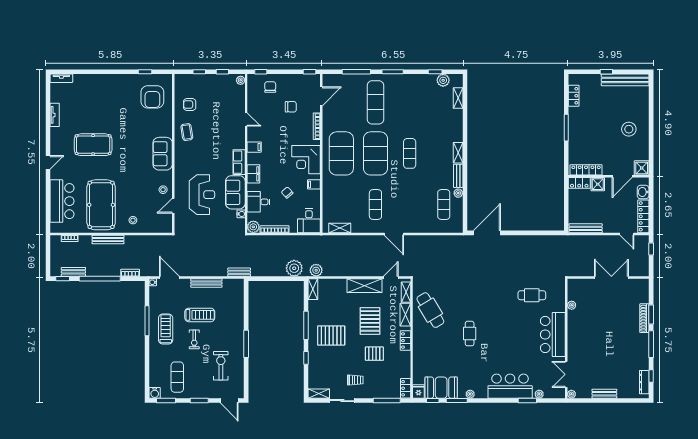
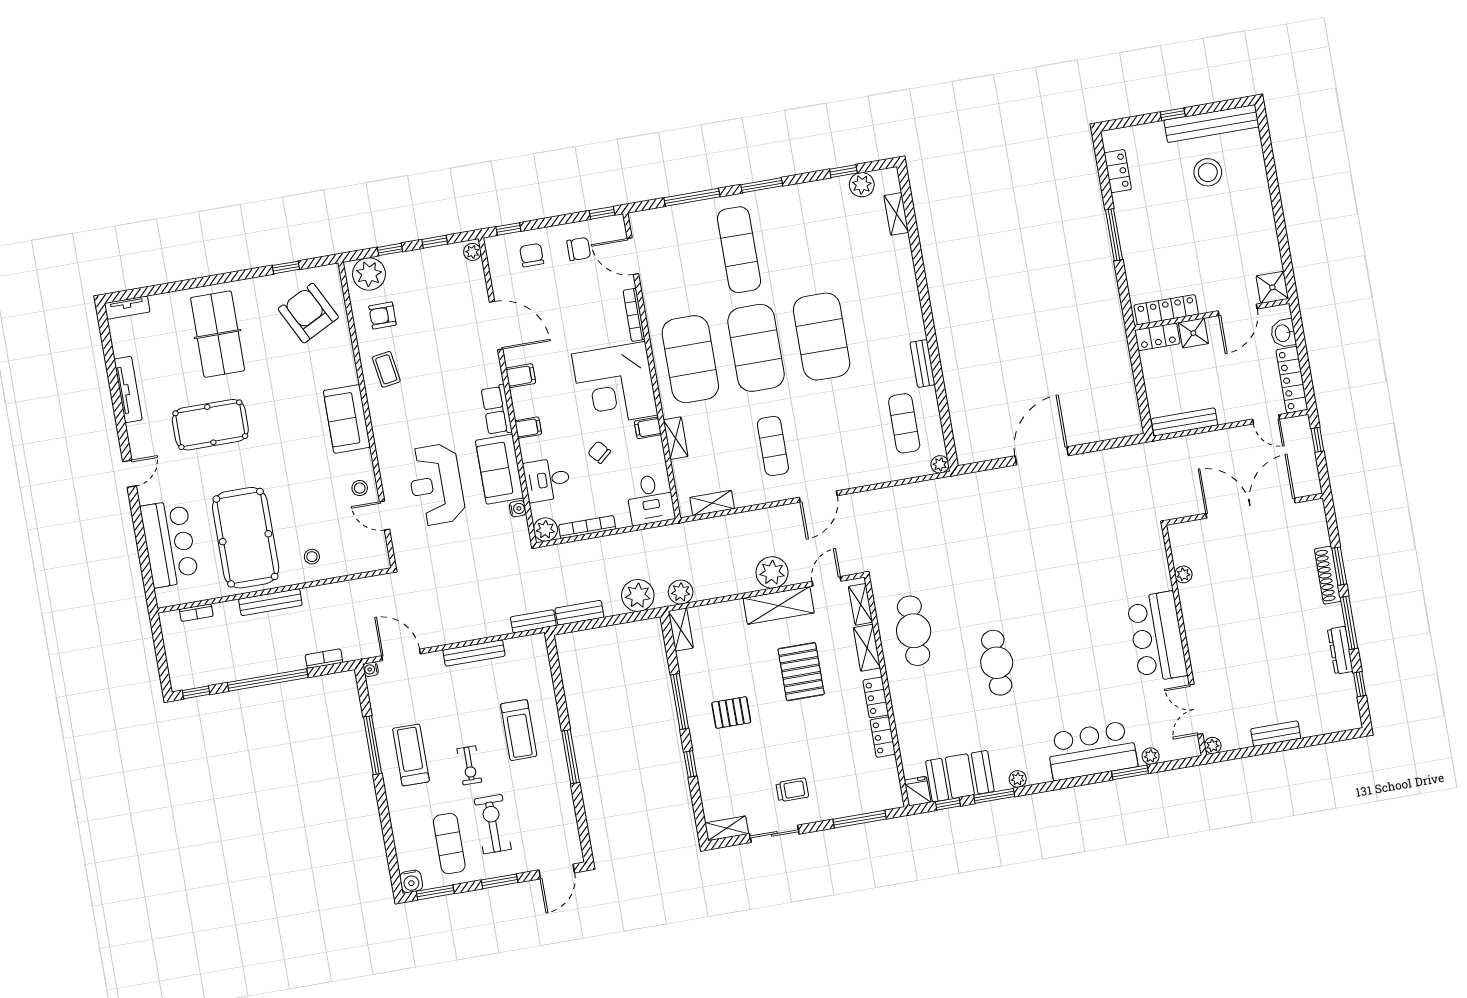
plant: (186, 82) -> (369, 274), added
door: (321, 96) -> (633, 256), swing flipped
armchair: (152, 97) -> (308, 313), turned 153
table tennis table: (105, 100) -> (218, 334), added
chair: (291, 107) -> (579, 249), moved
tv unit: (55, 115) -> (128, 390), width x1.41
door: (246, 120) -> (496, 326), width x1.88
stool: (629, 129) -> (1208, 172), moved
exercise mat: (410, 153) -> (822, 337), width x2.00, depth x1.45
shelving: (458, 153) -> (676, 438), moved
corner desk: (306, 160) -> (615, 384), width x1.36, depth x1.36
filing cabinet: (253, 174) -> (528, 428), width x0.50
plant: (458, 193) -> (940, 464), moved
reception desk: (202, 195) -> (436, 485), turned 180
door: (173, 206) -> (384, 515), hinge flipped
door: (487, 233) -> (1042, 456), moved
door: (394, 234) -> (818, 497), hinge flipped
plant: (364, 268) -> (772, 572), added
bench: (73, 272) -> (579, 613), moved
double door: (611, 278) -> (1251, 508), width x1.36
cafe table: (532, 295) -> (1104, 569), removed
cafe table: (430, 310) -> (914, 631), turned 31
treadmill: (200, 315) -> (519, 730), moved, turned 90
cafe table: (470, 334) -> (997, 663), width x1.37, depth x1.35
pallet: (331, 336) -> (731, 713), width x0.67, depth x0.71
pallet: (374, 354) -> (820, 733), removed
exercise bike: (221, 366) -> (493, 824), moved
dresser: (644, 382) -> (1340, 650), moved
locker: (406, 388) -> (883, 737), moved
door: (229, 401) -> (557, 871), hinge flipped

